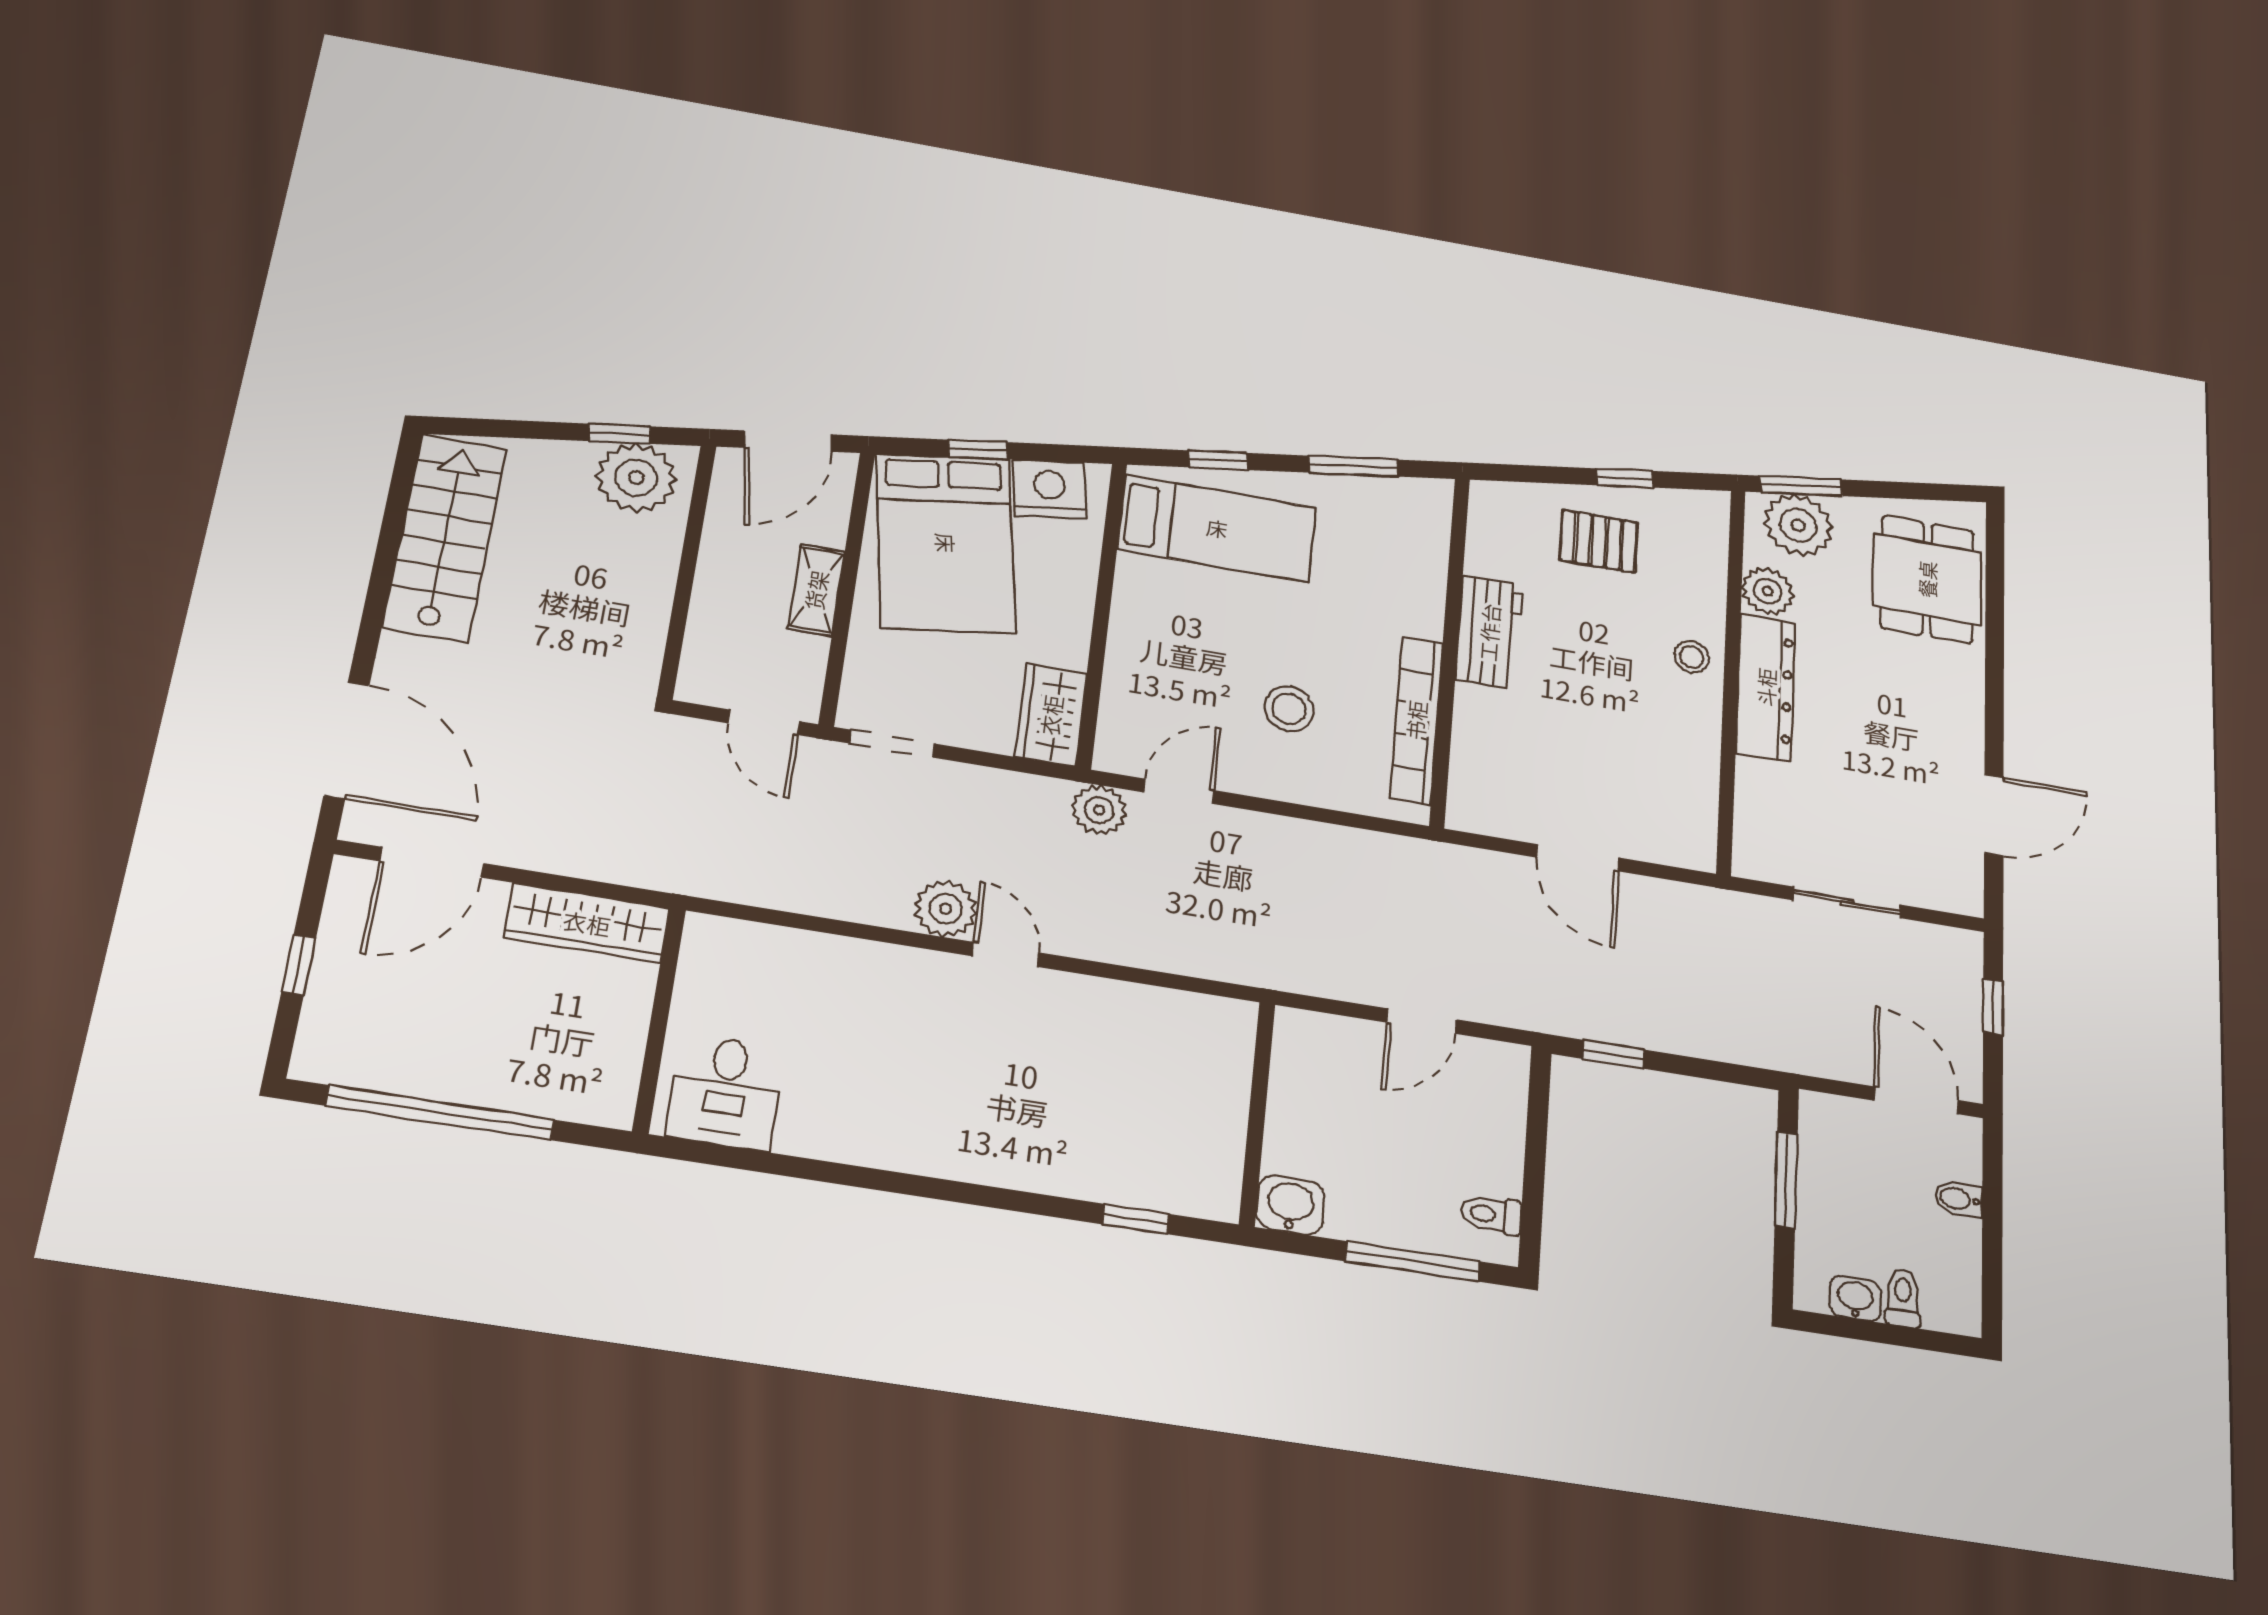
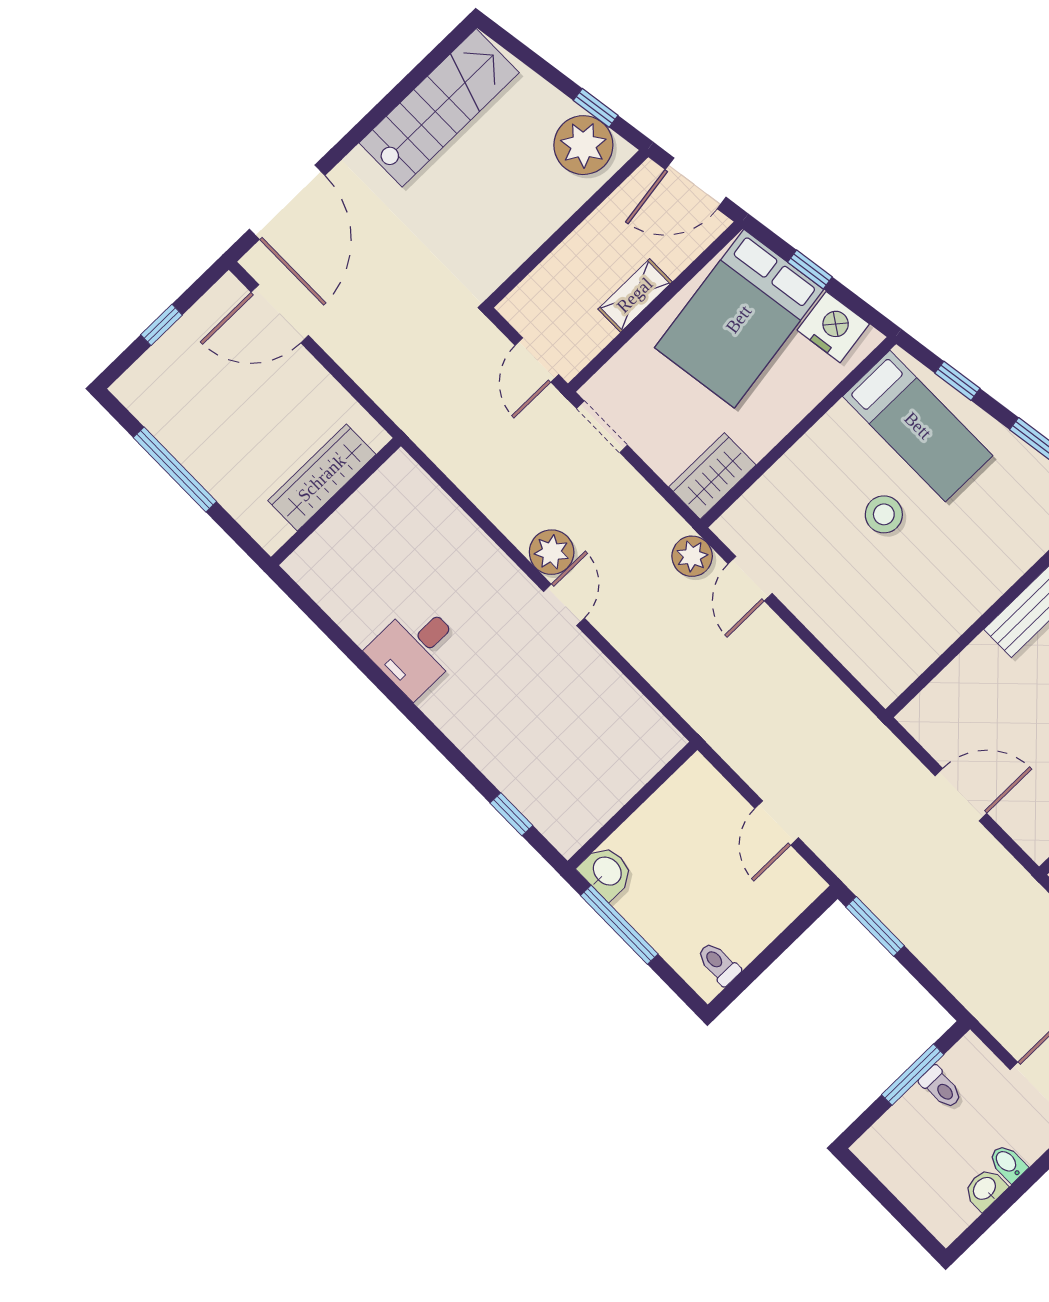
stool: (1289, 709) -> (884, 514), moved
bookcase: (1416, 720) -> (936, 638), removed
door: (1179, 791) -> (750, 579), swing flipped
door: (1578, 858) -> (961, 795), swing flipped
wardrobe: (587, 923) -> (322, 478), moved, turned 90
door: (1422, 1021) -> (777, 823), hinge flipped
window: (1613, 1054) -> (875, 926), width x1.50
desk: (725, 1092) -> (416, 649), moved
window: (440, 1113) -> (175, 469), width x0.68
window: (1413, 1261) -> (619, 925), moved
toilet: (1903, 1298) -> (941, 1087), moved, turned 90
washbasin: (1855, 1299) -> (985, 1189), moved, turned -90

